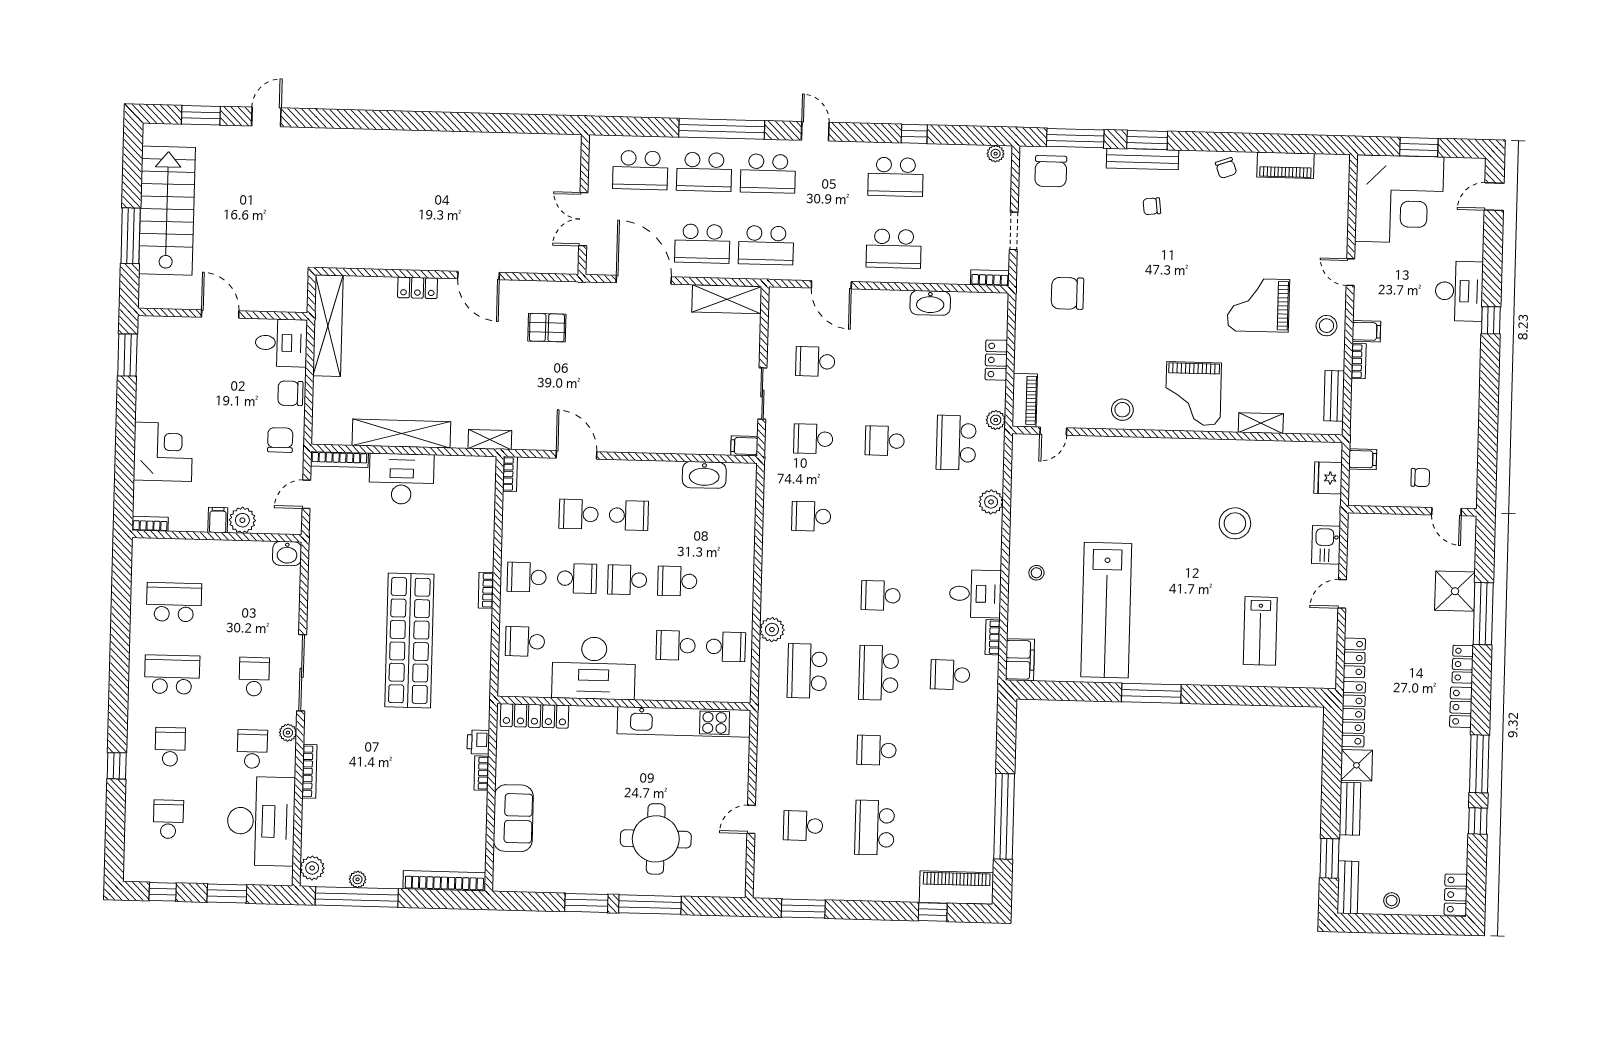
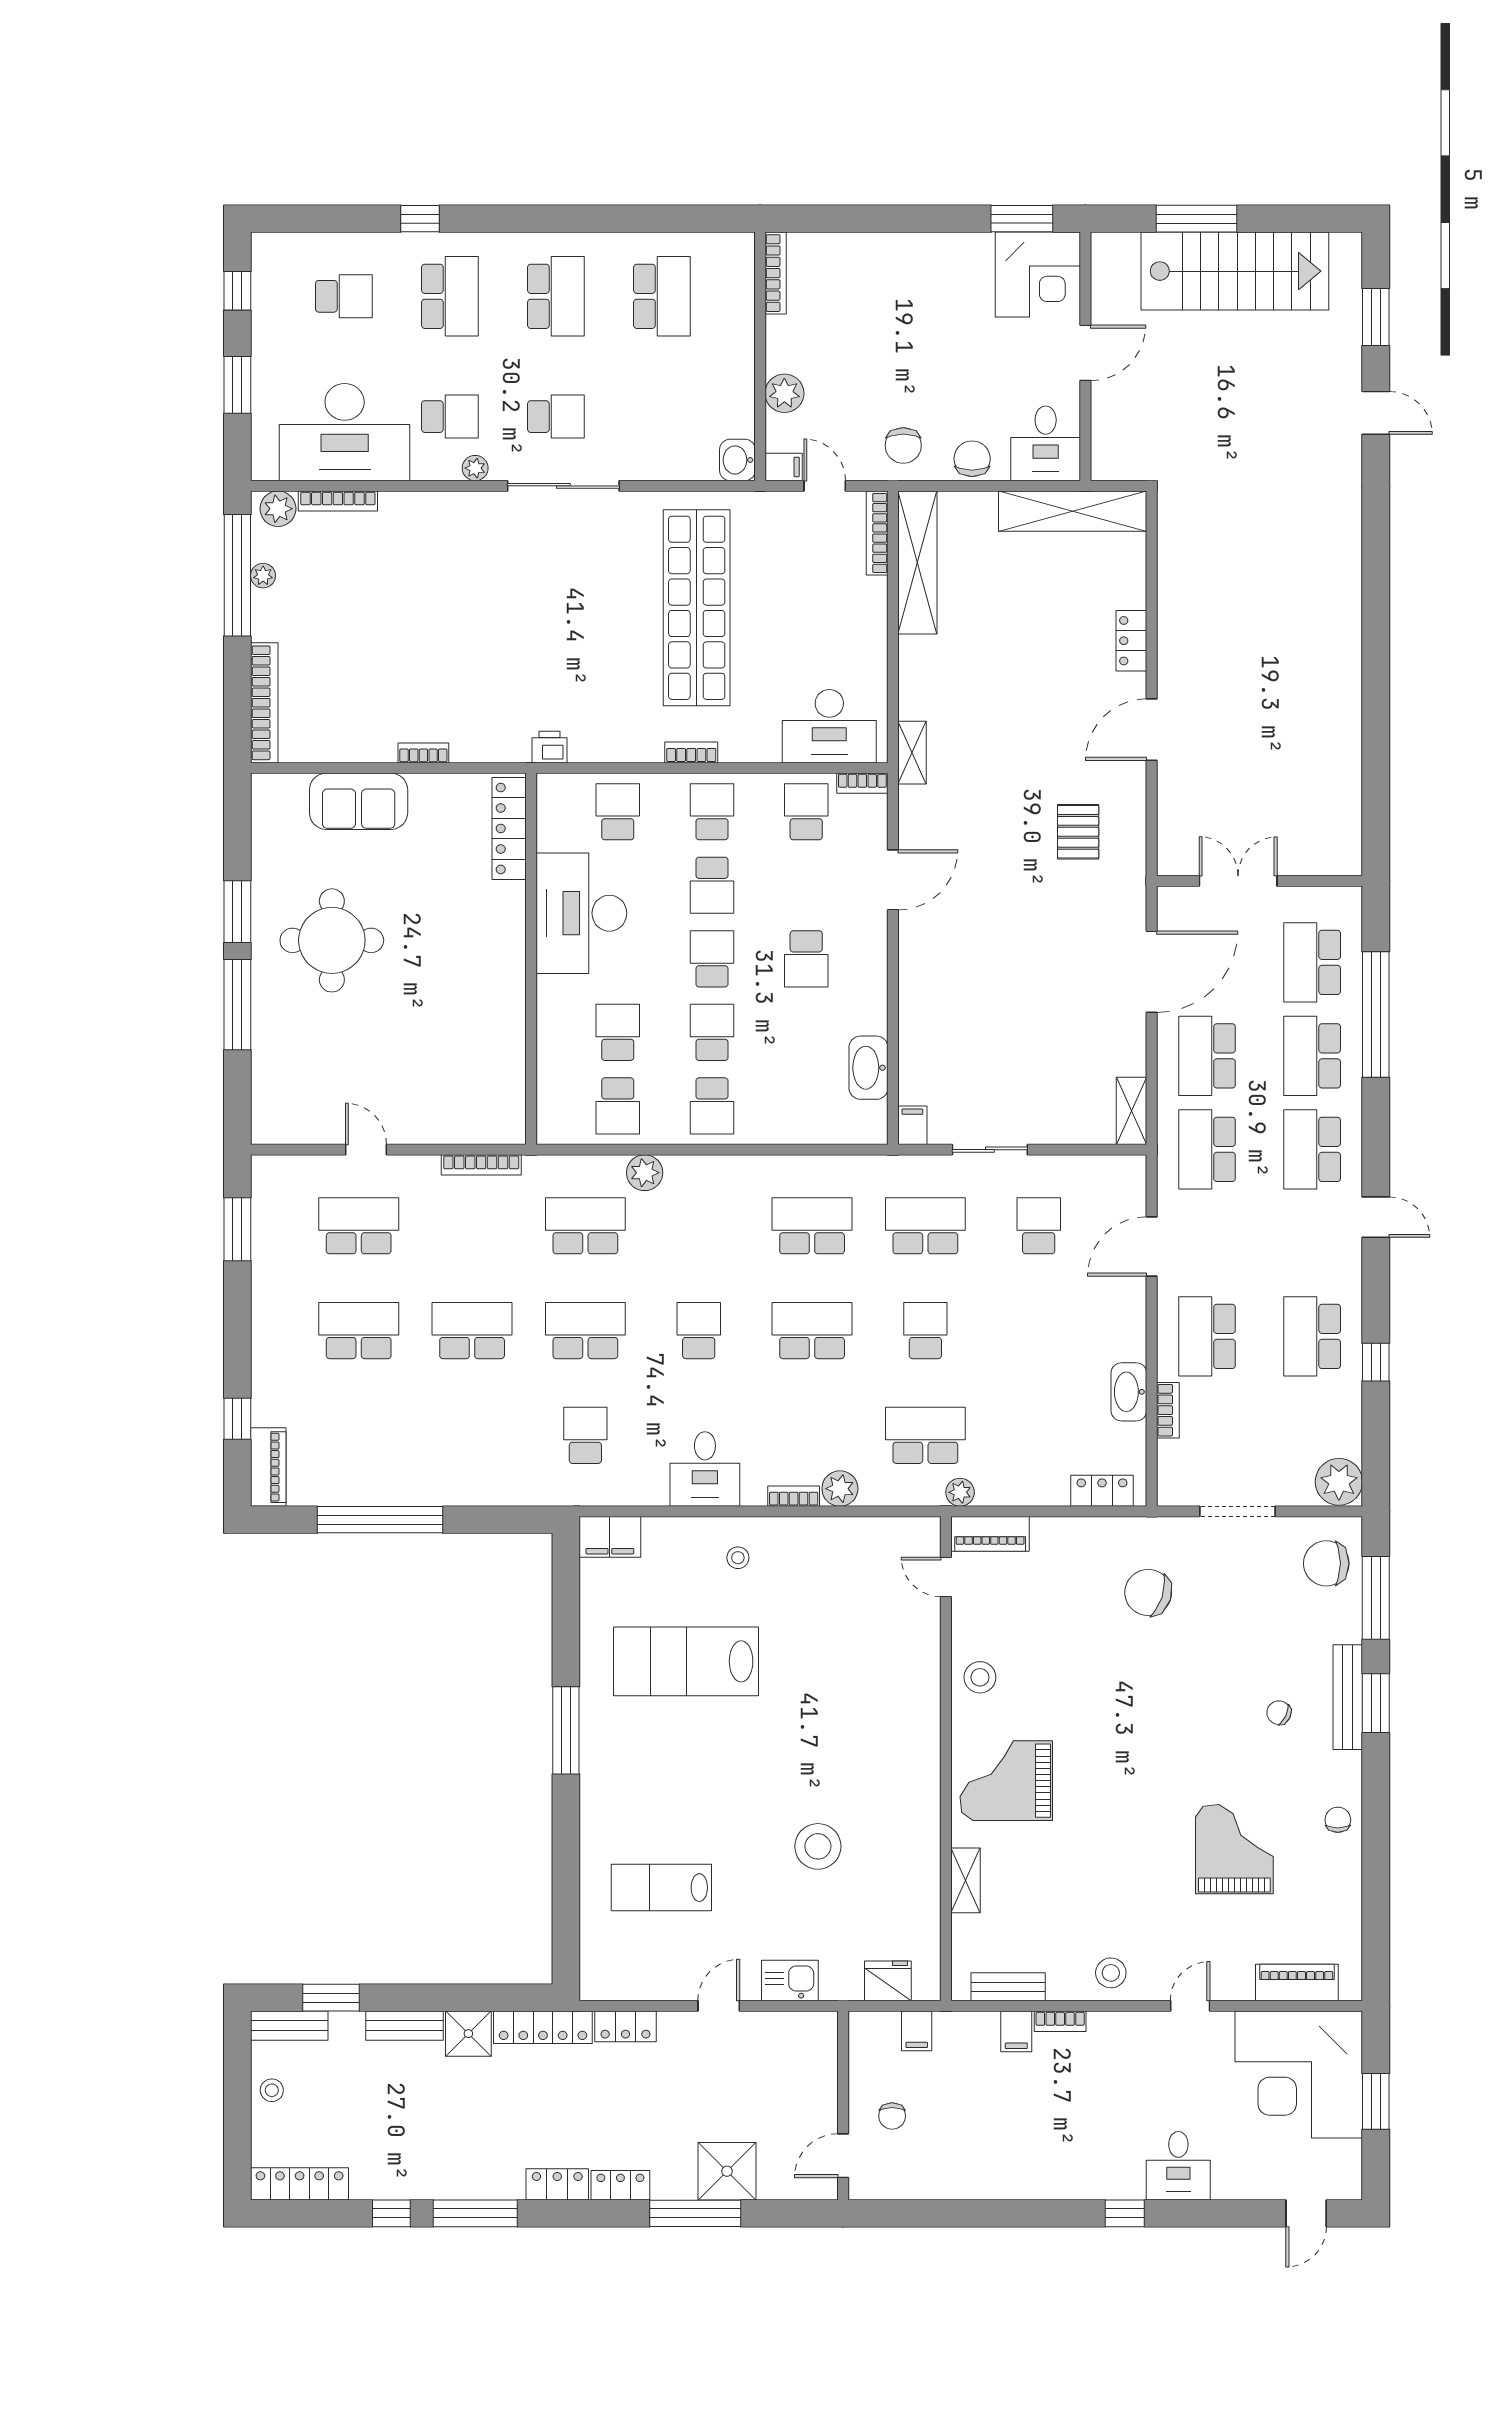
window: (722, 129) -> (1376, 1014), moved
door: (815, 131) -> (1376, 1217), hinge flipped
plant: (996, 154) -> (1339, 1482), width x1.88, depth x1.88
piano: (1286, 165) -> (1297, 1982), moved, turned 90
chair: (1226, 168) -> (1338, 1820), turned 110
door: (1494, 197) -> (1306, 2213), swing flipped
chair: (1152, 206) -> (1279, 1713), turned -58
doorway: (1014, 231) -> (1237, 1511), width x1.38
bookcase: (990, 278) -> (1168, 1410), moved
desk: (1459, 291) -> (1178, 2166), width x0.73
chair: (1068, 293) -> (1148, 1593), turned -72
shelving: (727, 299) -> (1132, 1111), width x0.67, depth x0.75
grand piano: (1258, 305) -> (1234, 1849), moved
filing cabinet: (1366, 331) -> (1016, 2031), moved
locker: (996, 360) -> (1102, 1491), moved
shelving: (401, 434) -> (917, 562), moved
school desk: (813, 439) -> (925, 1226), width x1.85
chair: (280, 440) -> (903, 445), turned 90
corner desk: (163, 452) -> (1038, 275), moved
desk: (402, 479) -> (829, 726), moved, turned 90
school desk: (579, 514) -> (806, 812), moved
school desk: (811, 516) -> (812, 1226), width x1.85
school desk: (883, 518) -> (812, 1331), added
filing cabinet: (218, 520) -> (784, 467), moved
bookcase: (150, 524) -> (776, 273), width x1.56
school desk: (728, 582) -> (712, 1106), added
door: (1342, 594) -> (719, 2006), hinge flipped
lab bench: (1106, 610) -> (686, 1661), width x0.73
bookcase: (993, 637) -> (794, 1496), moved
shop shelf: (409, 640) -> (697, 608), moved, turned 90
kitchen unit: (684, 722) -> (506, 1047), removed
bookcase: (764, 741) -> (481, 1165), added
printer: (478, 742) -> (549, 747), moved
school desk: (170, 747) -> (450, 296), width x1.85
school desk: (877, 750) -> (472, 1331), width x1.85
bookcase: (309, 771) -> (338, 501), moved
school desk: (803, 826) -> (359, 1226), width x1.85
round table: (656, 839) -> (332, 940), moved
piano: (956, 888) -> (268, 1467), width x0.73, depth x0.75
locker: (1456, 895) -> (300, 2184), width x1.53

